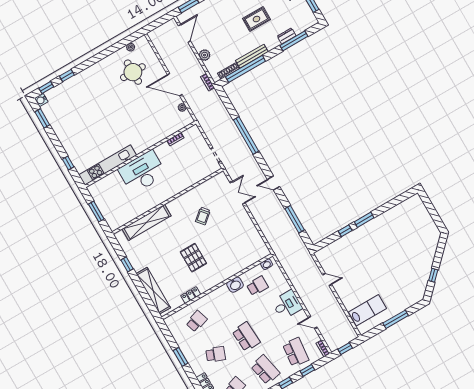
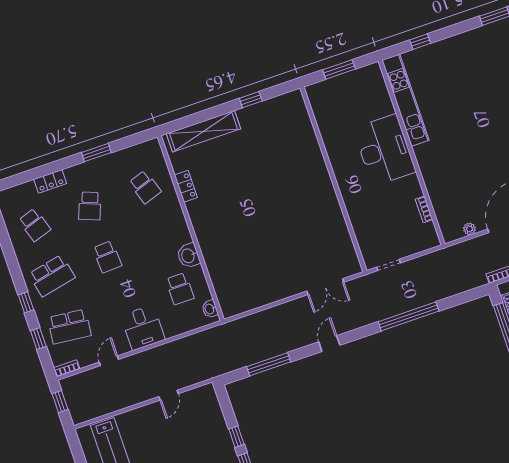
trolley: (203, 216) -> (301, 228), removed
shelving: (146, 222) -> (308, 141), removed
pallet: (193, 258) -> (241, 201), removed
school desk: (246, 337) -> (107, 257), width x0.54

